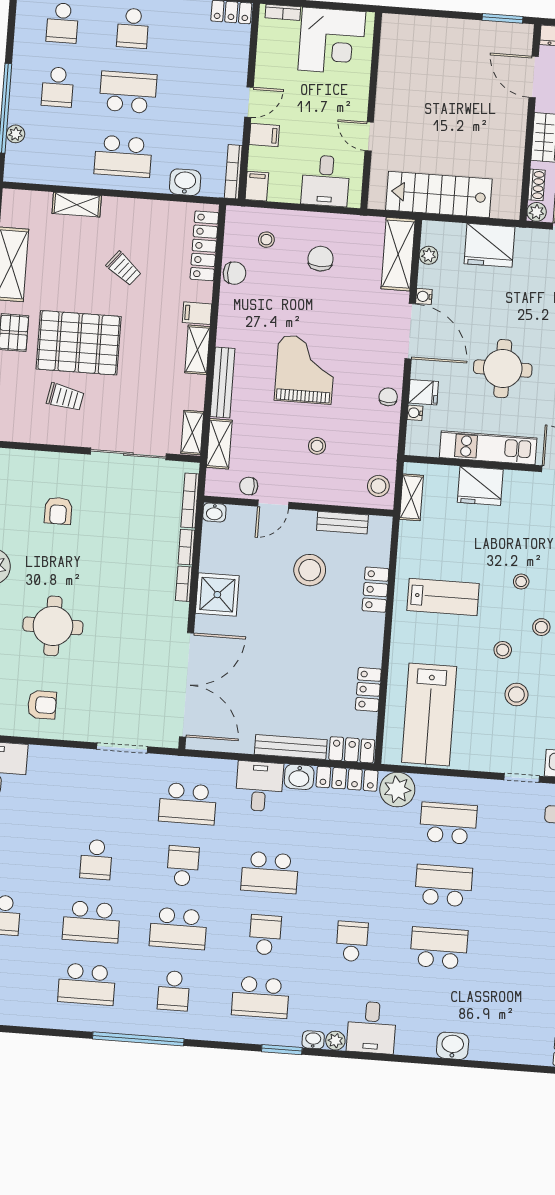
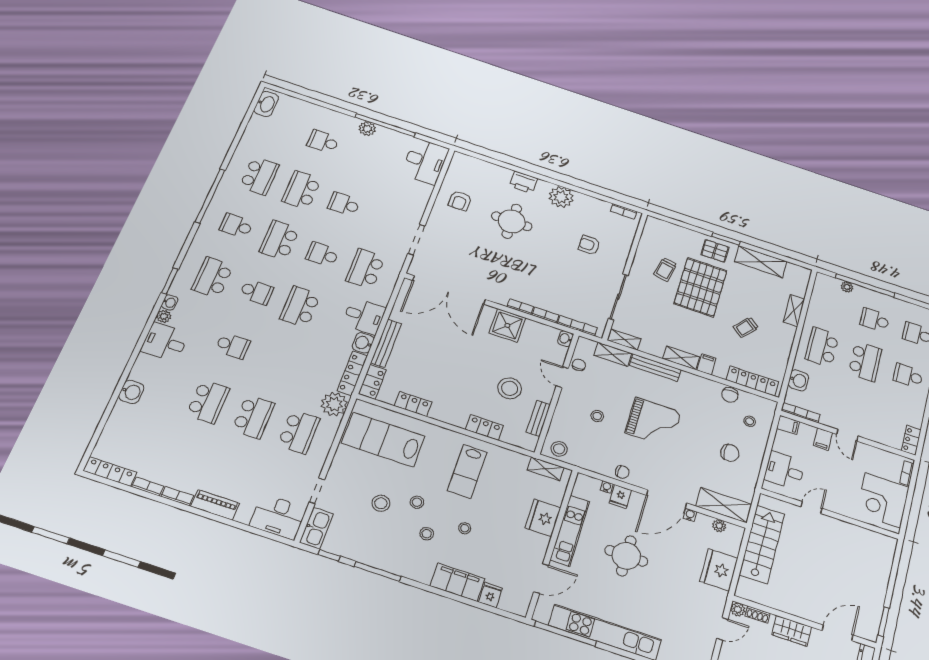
school desk: (183, 866) -> (322, 254), turned 180
school desk: (87, 984) -> (259, 176), turned 180

